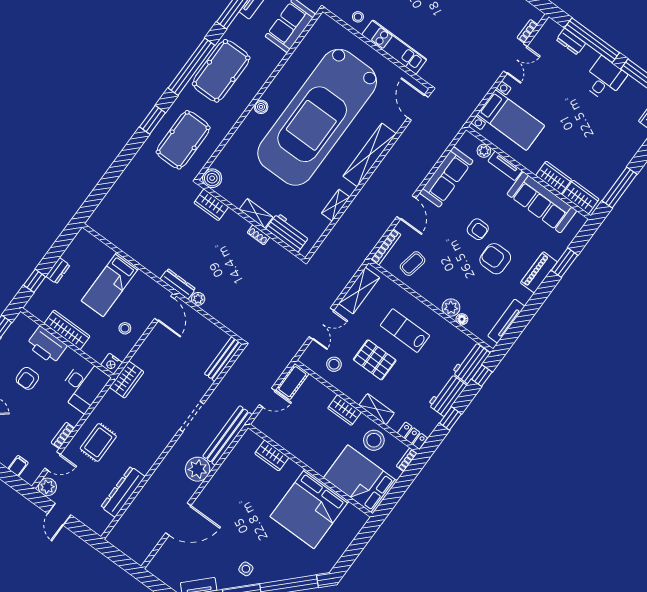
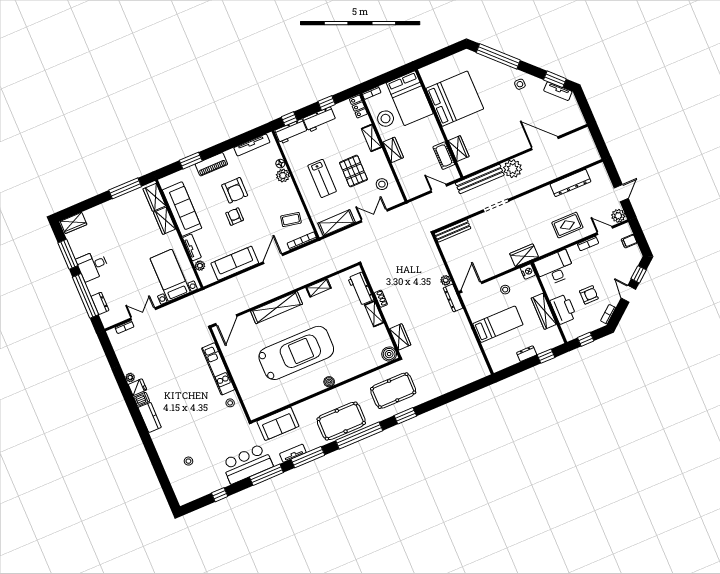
car: (317, 117) -> (296, 353), width x0.73, depth x0.67
cot: (292, 382) -> (444, 156), moved, turned 90

